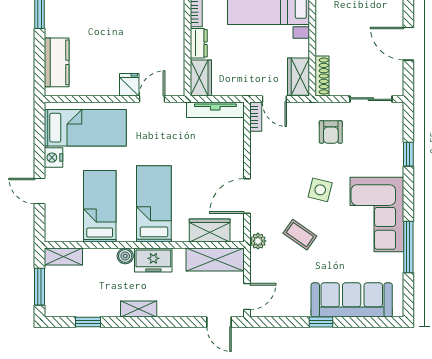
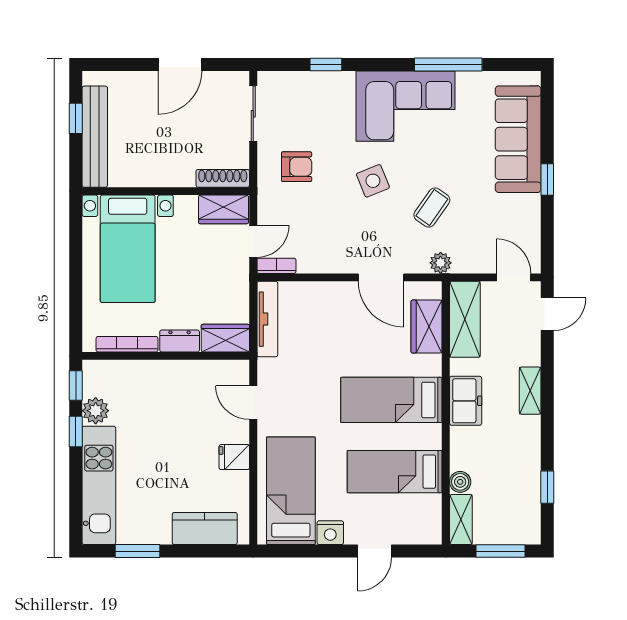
fridge: (129, 85) -> (234, 457), moved
side table: (320, 190) -> (373, 181), turned -36
boiler: (125, 256) -> (460, 482), moved
shelving: (139, 309) -> (530, 391), moved

